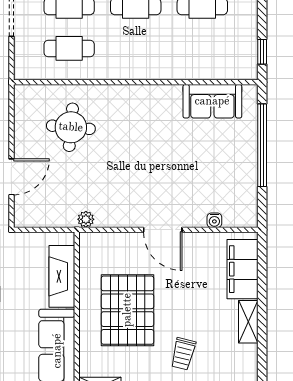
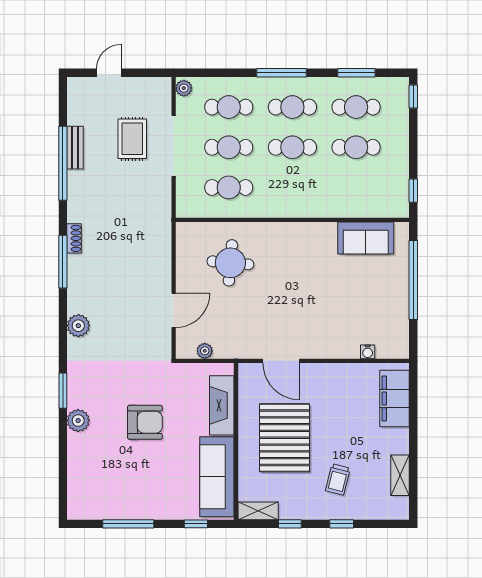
plant: (86, 219) -> (205, 351), moved
door: (163, 230) -> (281, 361), moved
shelving: (248, 322) -> (400, 475), moved

